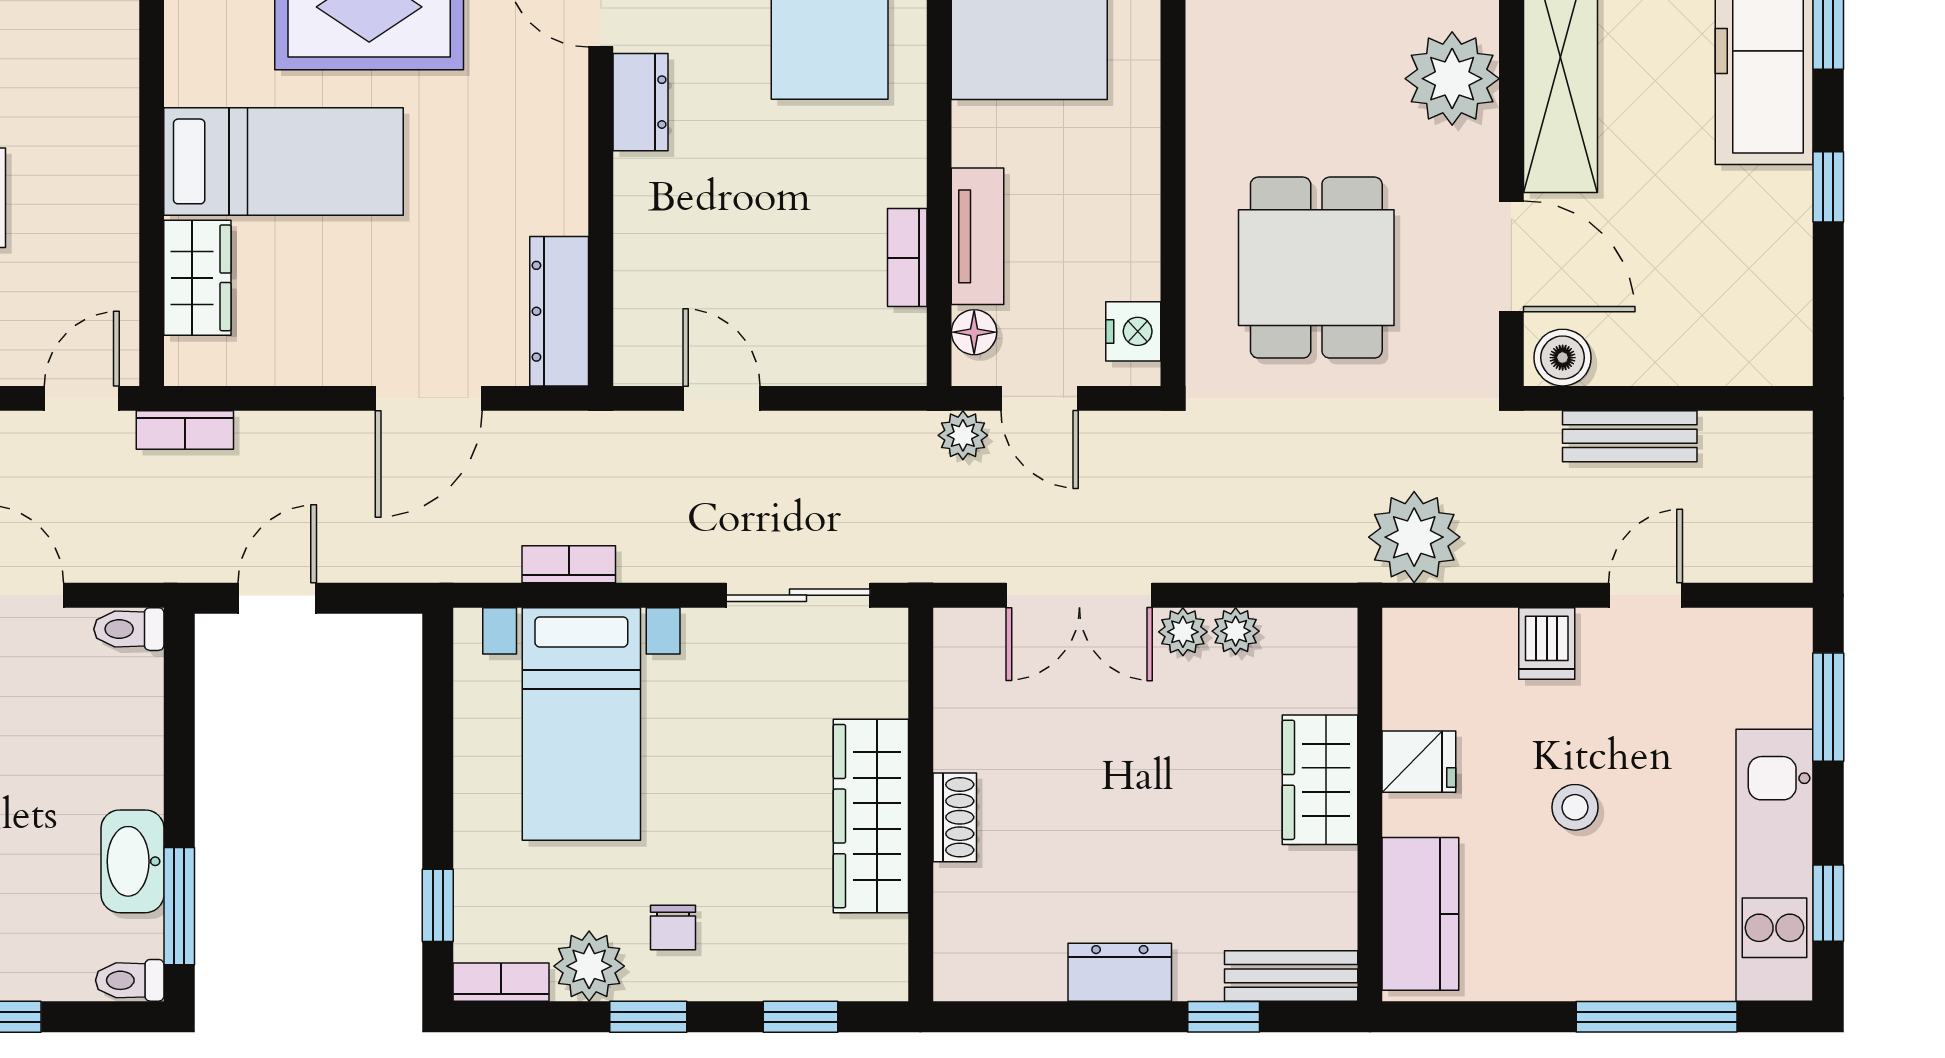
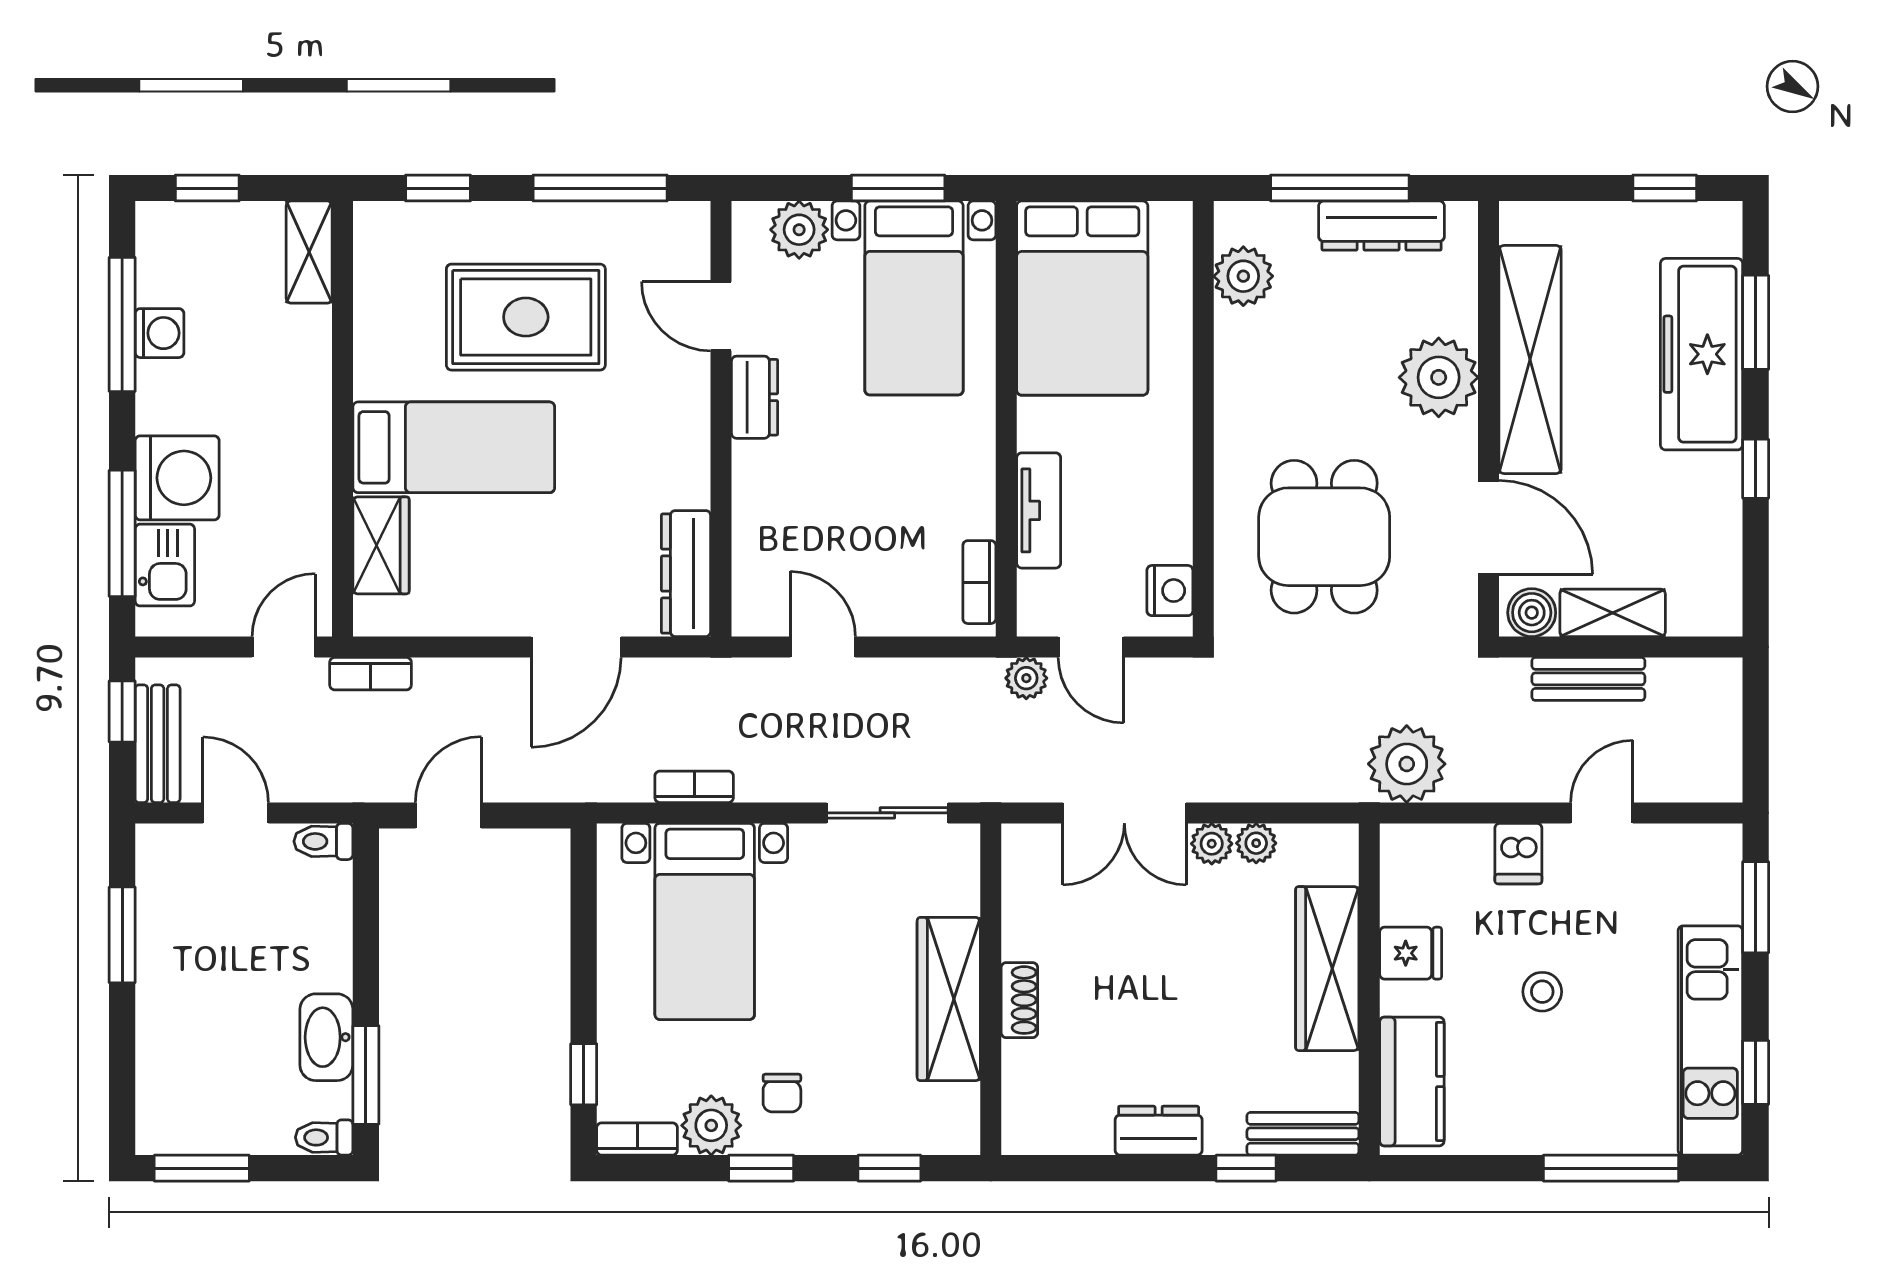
bookcase: (907, 258) -> (979, 582), moved
floor lamp: (974, 332) -> (1036, 591), removed
shelving: (1658, 358) -> (1613, 613), added
wardrobe: (1320, 780) -> (1327, 969), width x1.50

